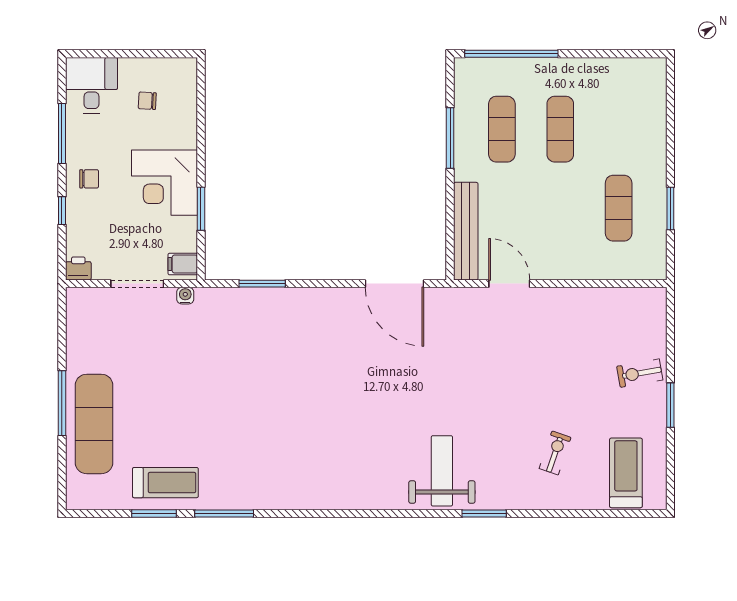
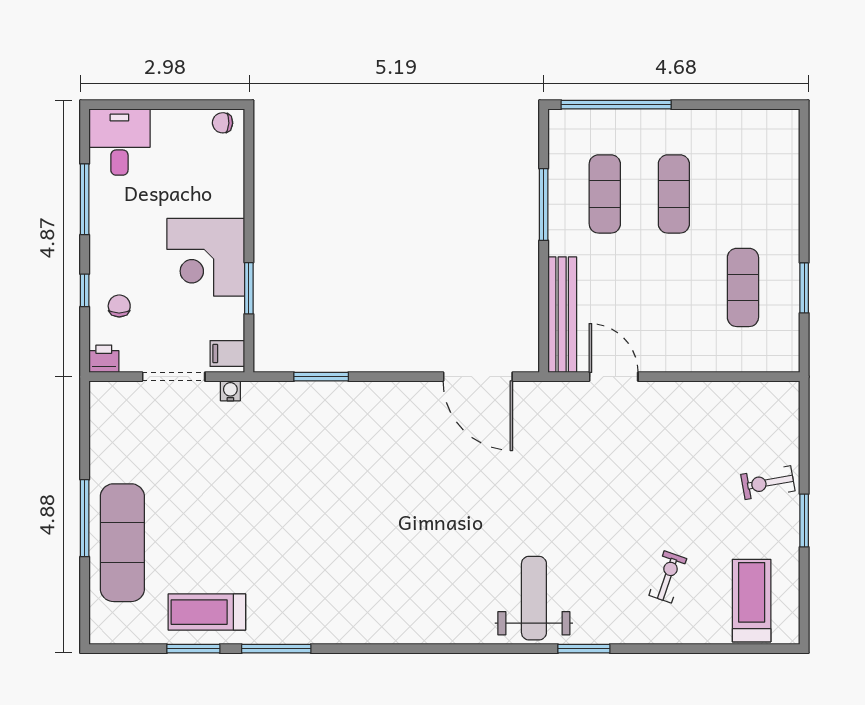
chair: (147, 101) -> (222, 123), moved
chair: (89, 179) -> (119, 306), moved, turned -90
treadmill: (165, 483) -> (207, 612), turned 180

